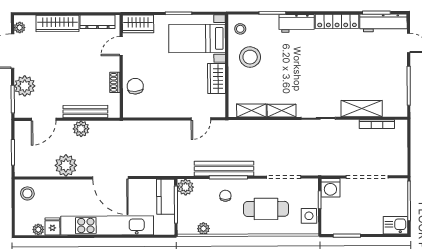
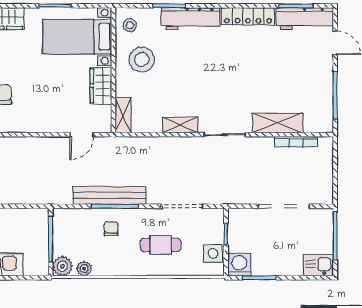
workbench: (297, 23) -> (191, 19), width x1.38
shelving: (251, 111) -> (123, 115), moved, turned 90
plant: (186, 187) -> (62, 266), moved
washing machine: (330, 188) -> (239, 265), moved, turned 180
kitchen counter: (166, 197) -> (38, 230), removed
cafe table: (266, 209) -> (161, 245), width x0.73, depth x0.74

